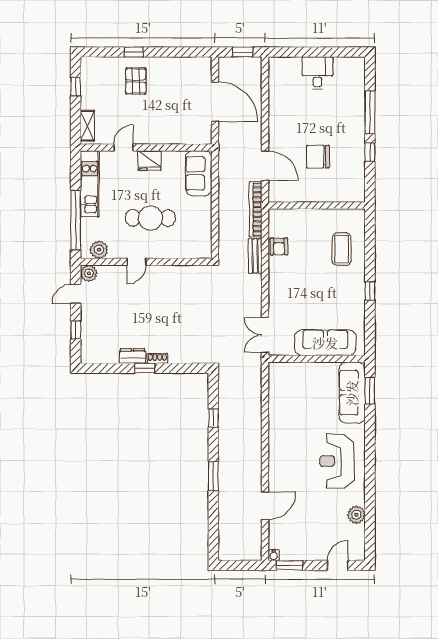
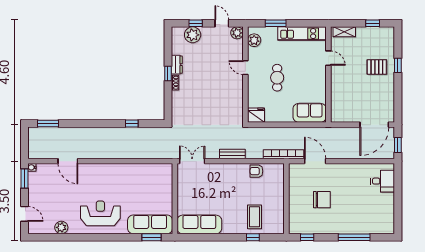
desk: (317, 73) -> (383, 181), moved
door: (215, 102) -> (374, 125), moved
window: (370, 152) -> (307, 237), moved
chair: (318, 157) -> (322, 200), turned 90
fridge: (150, 161) -> (256, 115), moved, turned 90
door: (265, 166) -> (315, 161), swing flipped
cafe table: (150, 218) -> (277, 78), width x0.73, depth x0.74
window: (76, 220) -> (276, 23), width x0.47
coffee table: (342, 249) -> (255, 217), turned 90
bench: (255, 256) -> (232, 154), moved
window: (370, 291) -> (253, 237), moved
plant: (91, 334) -> (193, 35), added
sofa: (325, 343) -> (199, 224), moved, turned -90
window: (213, 476) -> (48, 123), moved

